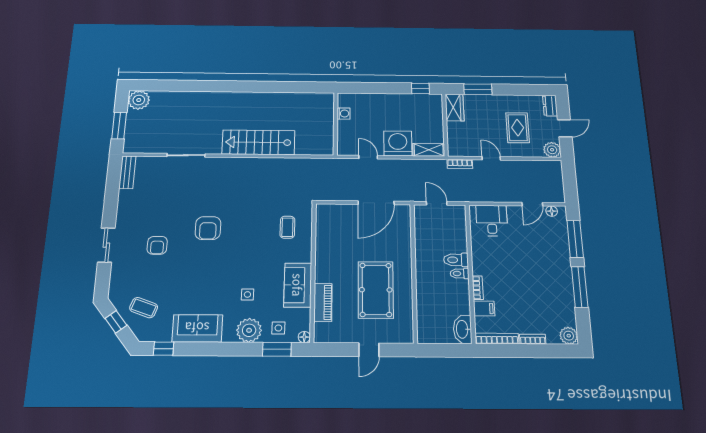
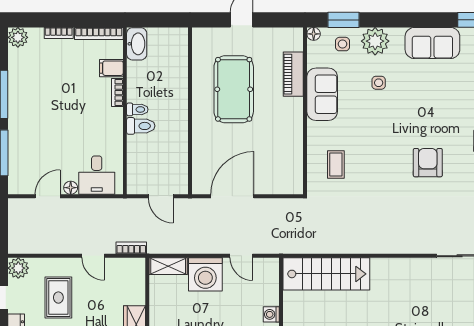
stairs: (258, 142) -> (326, 274), moved
floor lamp: (552, 211) -> (71, 188), moved

